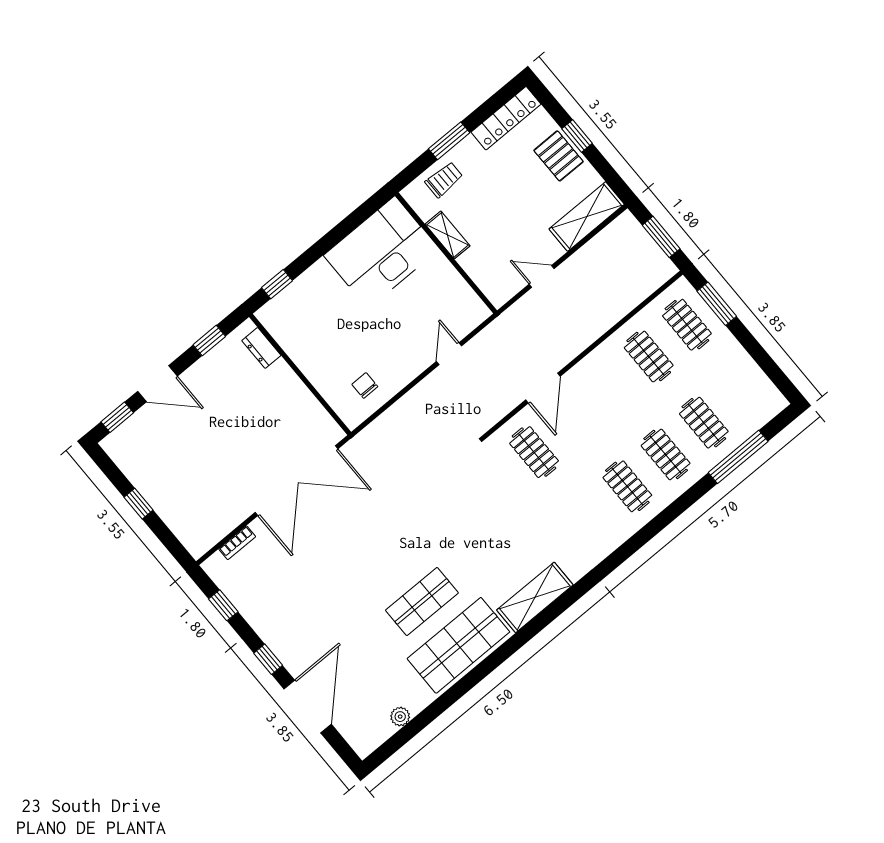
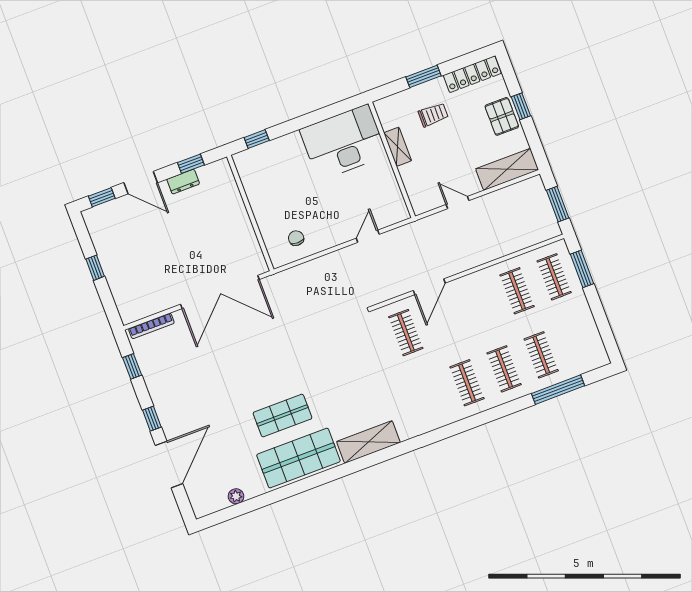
trolley: (444, 180) -> (433, 115), moved
dresser: (261, 348) -> (183, 182), moved, turned -90
bookcase: (237, 543) -> (151, 326), width x1.56

